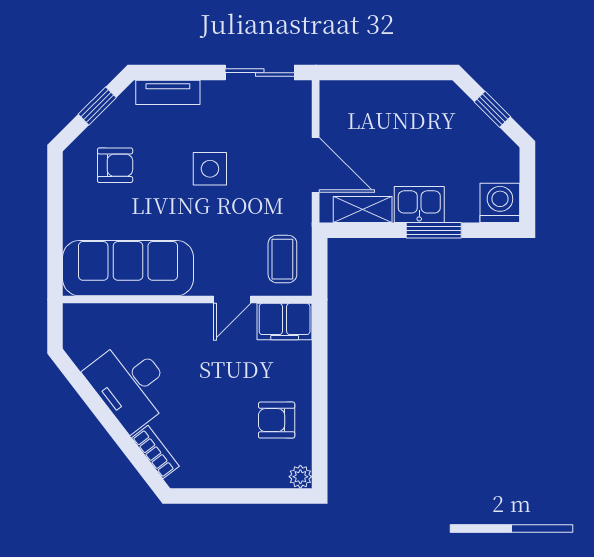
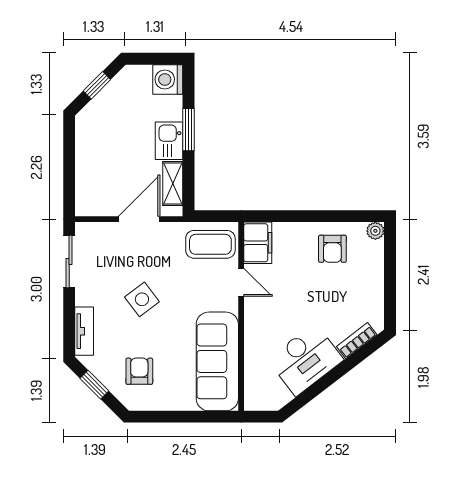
side table: (210, 169) -> (142, 299), turned -37
coffee table: (282, 259) -> (210, 244), width x1.36, depth x1.30

